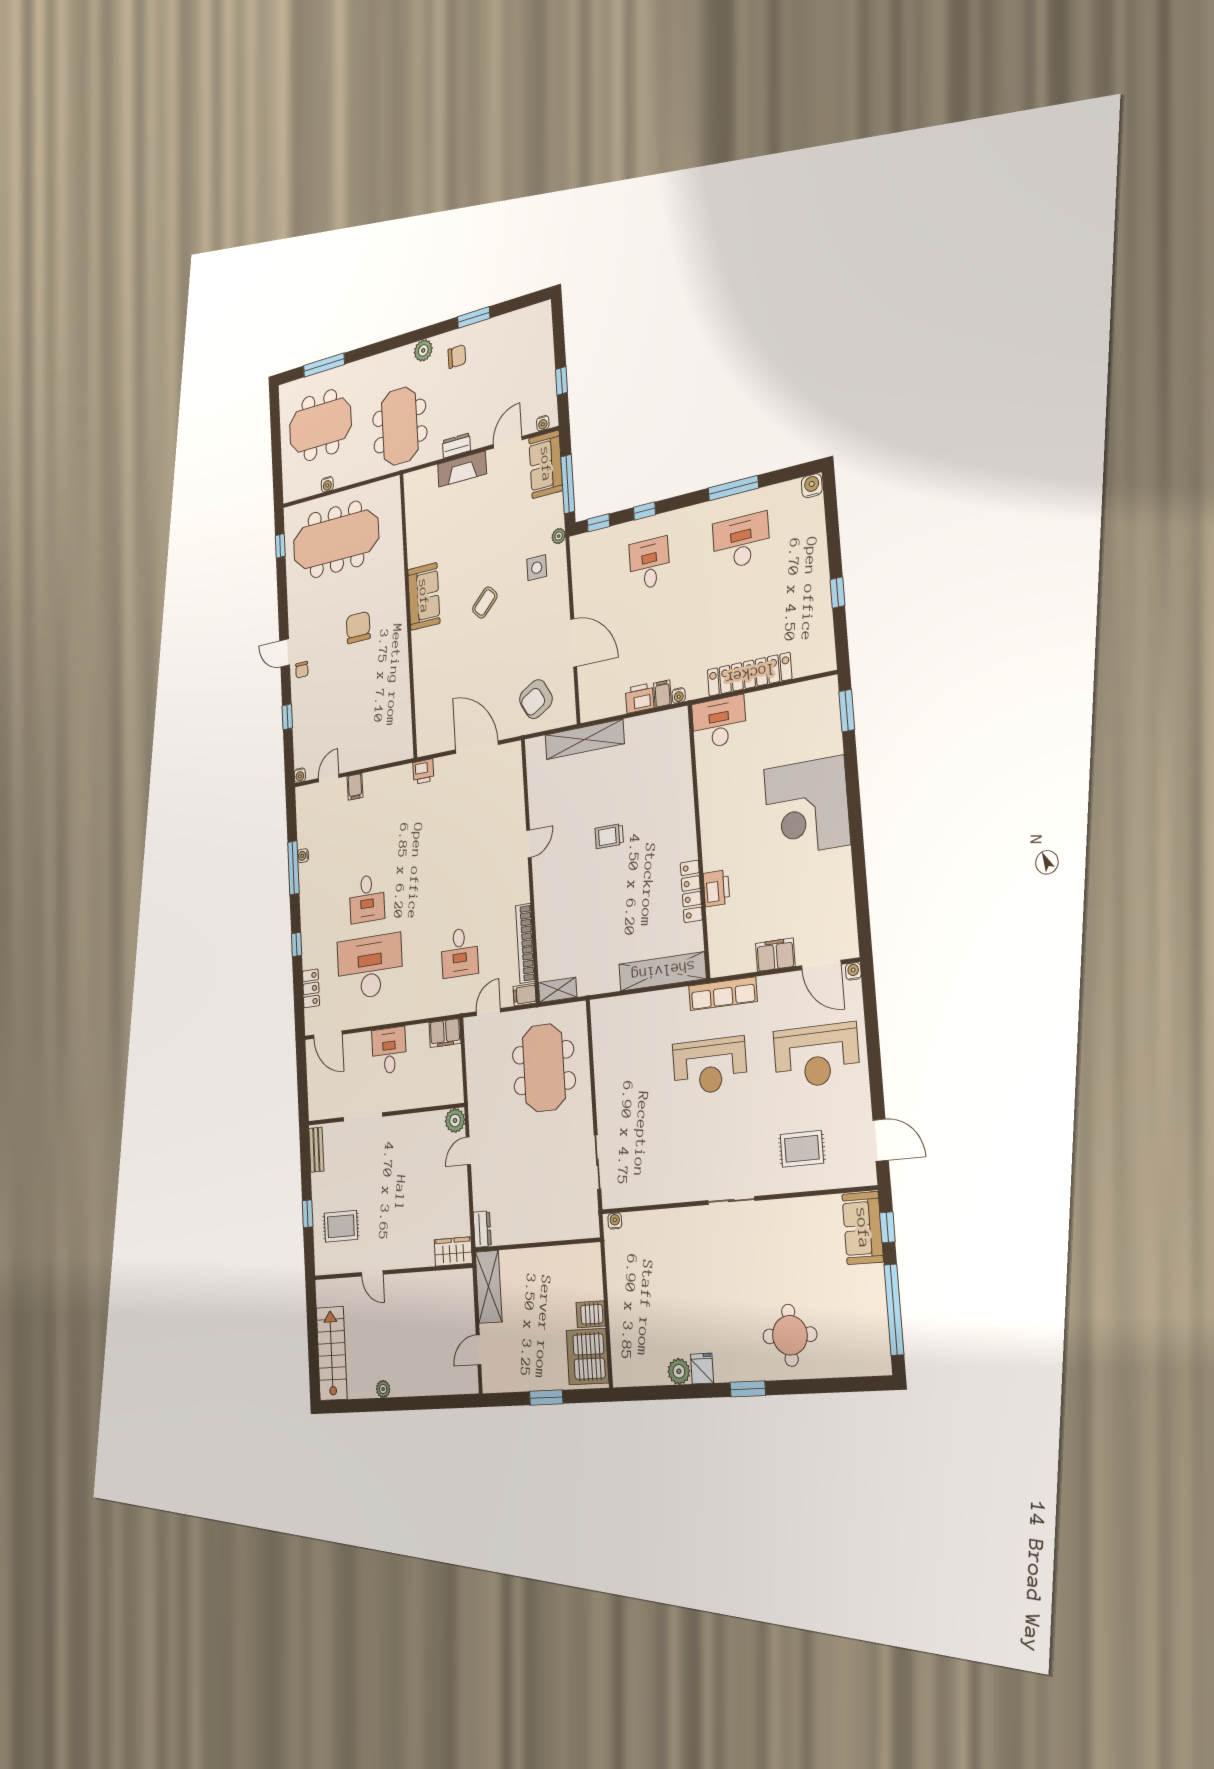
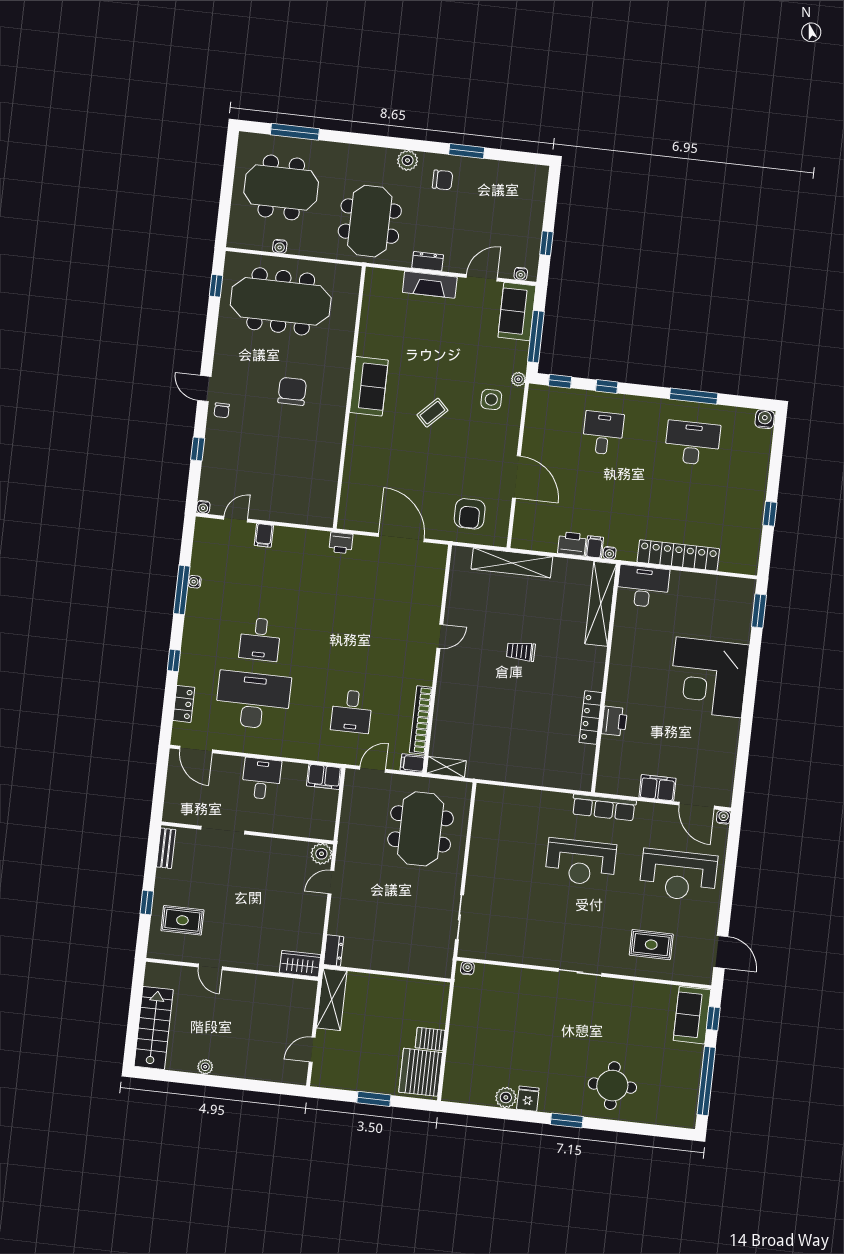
armchair: (536, 699) -> (470, 514), turned -60
shelving: (662, 971) -> (601, 604), moved, turned 90

